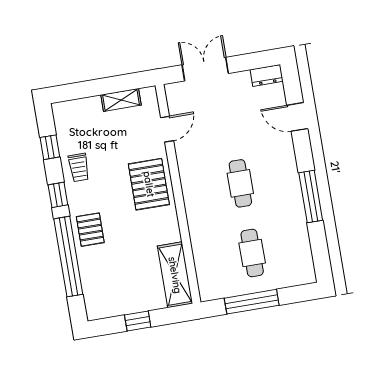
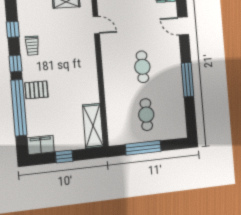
door: (167, 129) -> (96, 25), hinge flipped
pallet: (149, 184) -> (80, 62), removed
pallet: (90, 230) -> (36, 90), turned 90
filing cabinet: (103, 307) -> (41, 145), added

